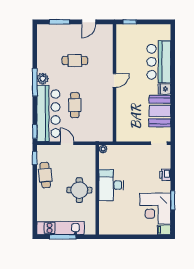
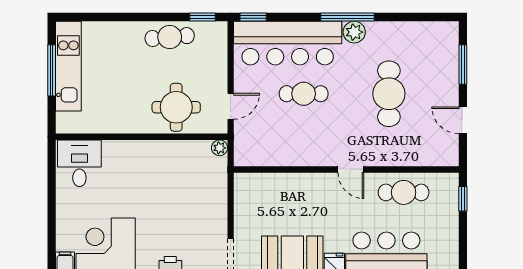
cafe table: (126, 53) -> (404, 192), added
cafe table: (75, 61) -> (389, 94), width x1.37, depth x1.35
door: (67, 143) -> (231, 106), moved
desk: (111, 185) -> (79, 163), moved, width x0.73
round table: (79, 190) -> (176, 107), moved

